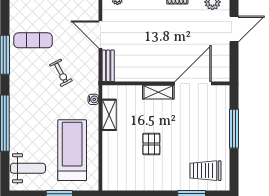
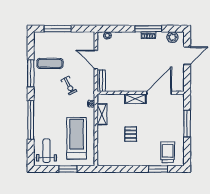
weight bench: (28, 168) -> (46, 151), turned -90
trolley: (205, 171) -> (168, 152), turned 90

